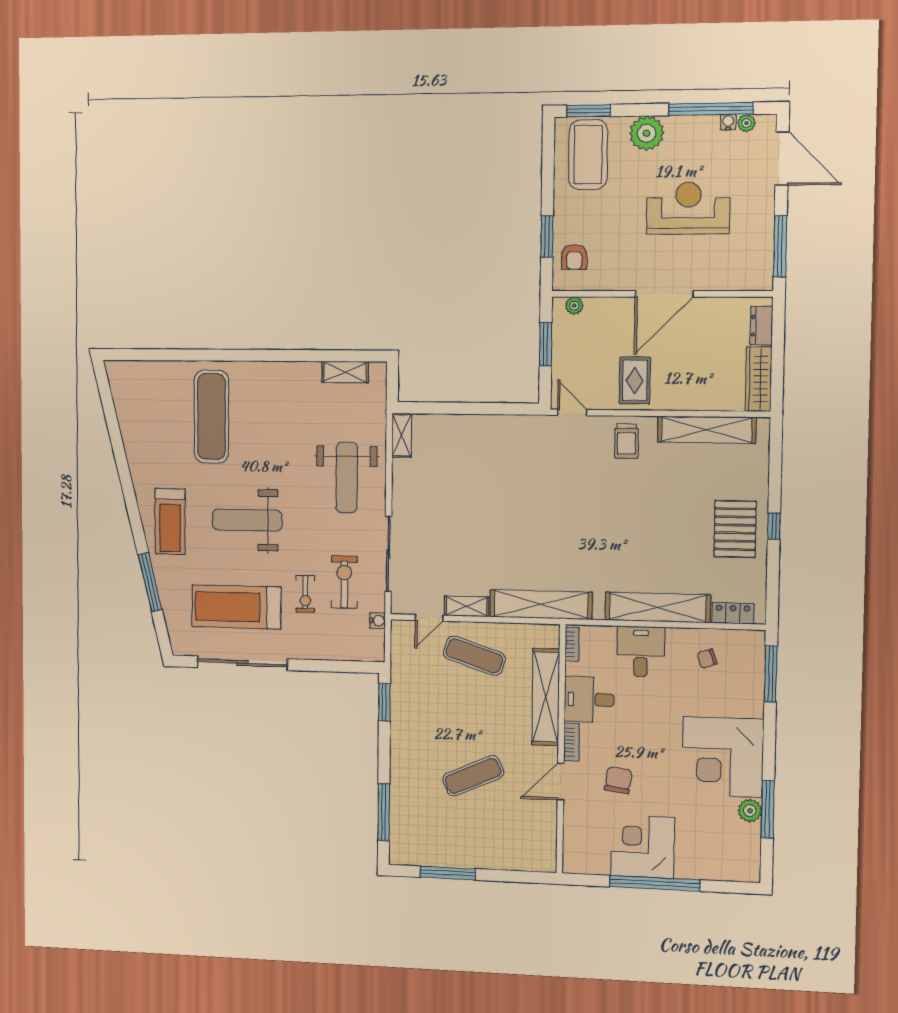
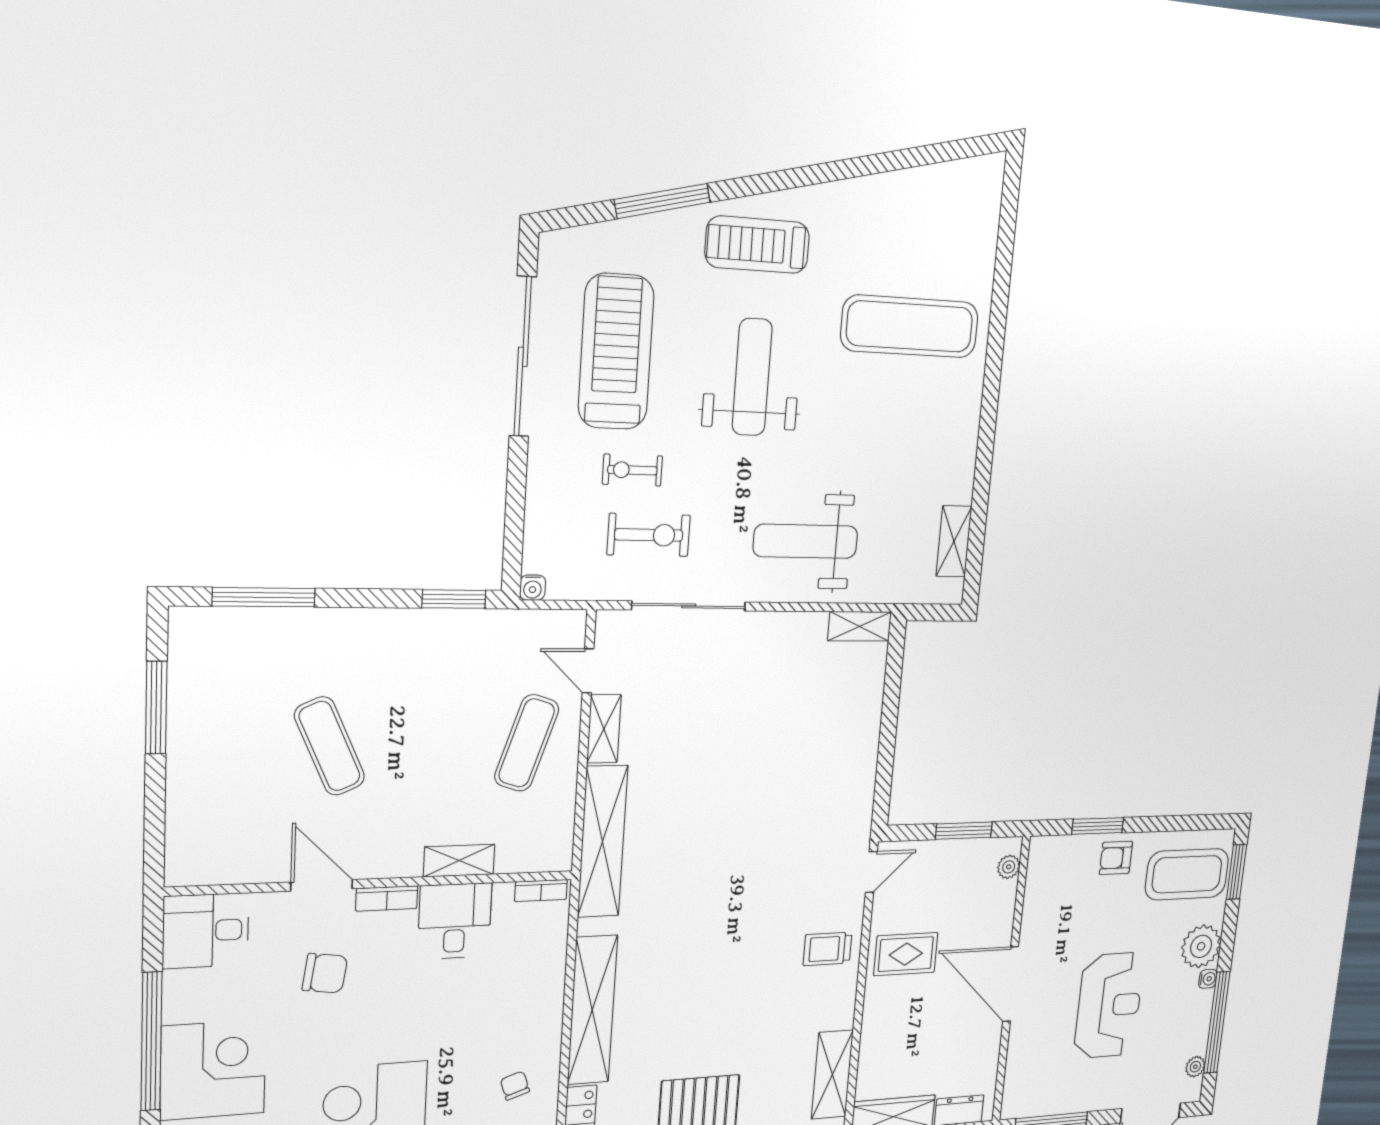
water cooler: (728, 122) -> (1208, 979), moved
armchair: (574, 257) -> (1116, 858), moved
shelving: (707, 430) -> (832, 1075), width x0.68
water cooler: (377, 621) -> (533, 588), moved
desk: (641, 652) -> (206, 931), moved, turned 180
shelving: (546, 697) -> (459, 861), width x0.45, depth x0.75
corner desk: (643, 847) -> (213, 1070), moved

